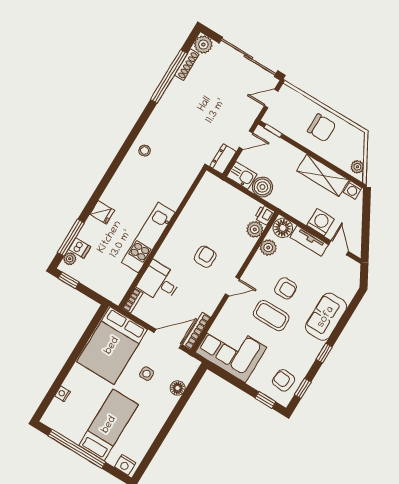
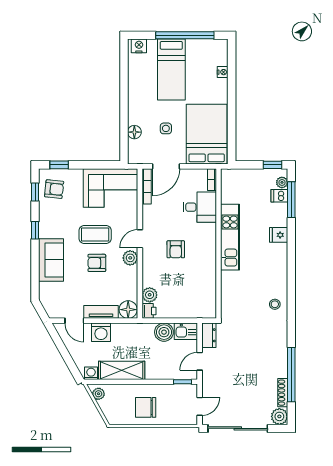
plant: (268, 248) -> (130, 258), moved

